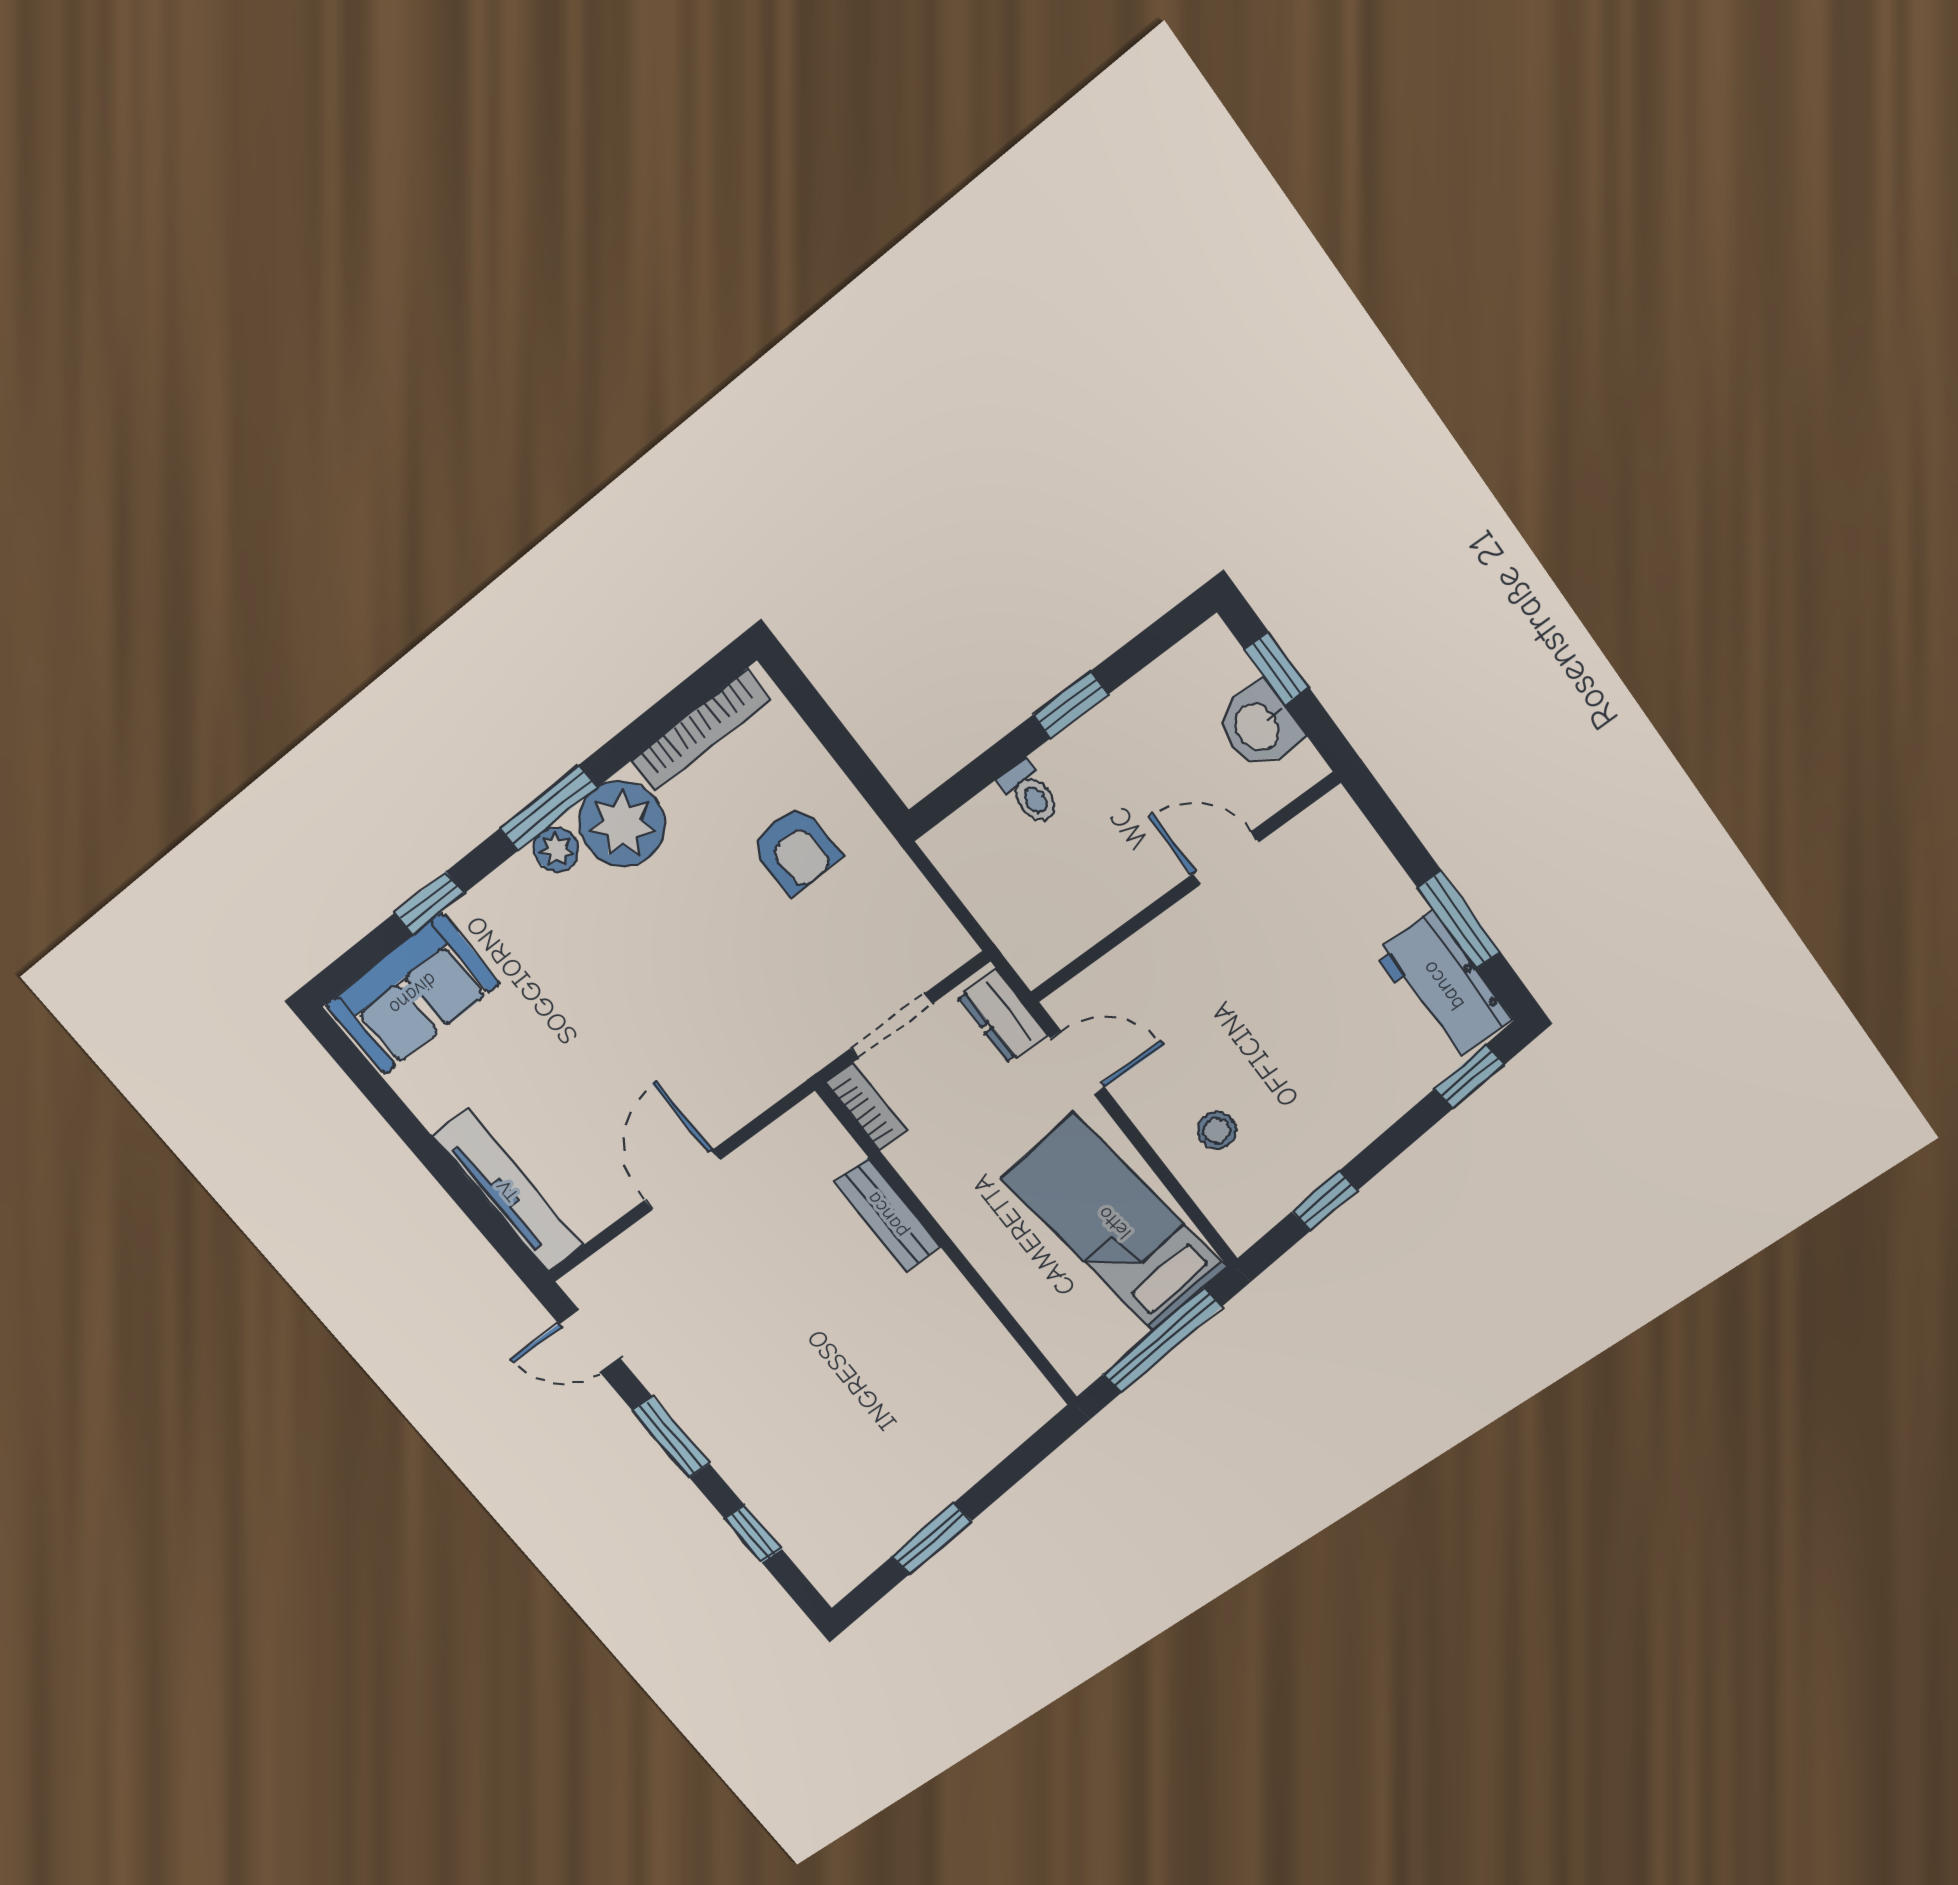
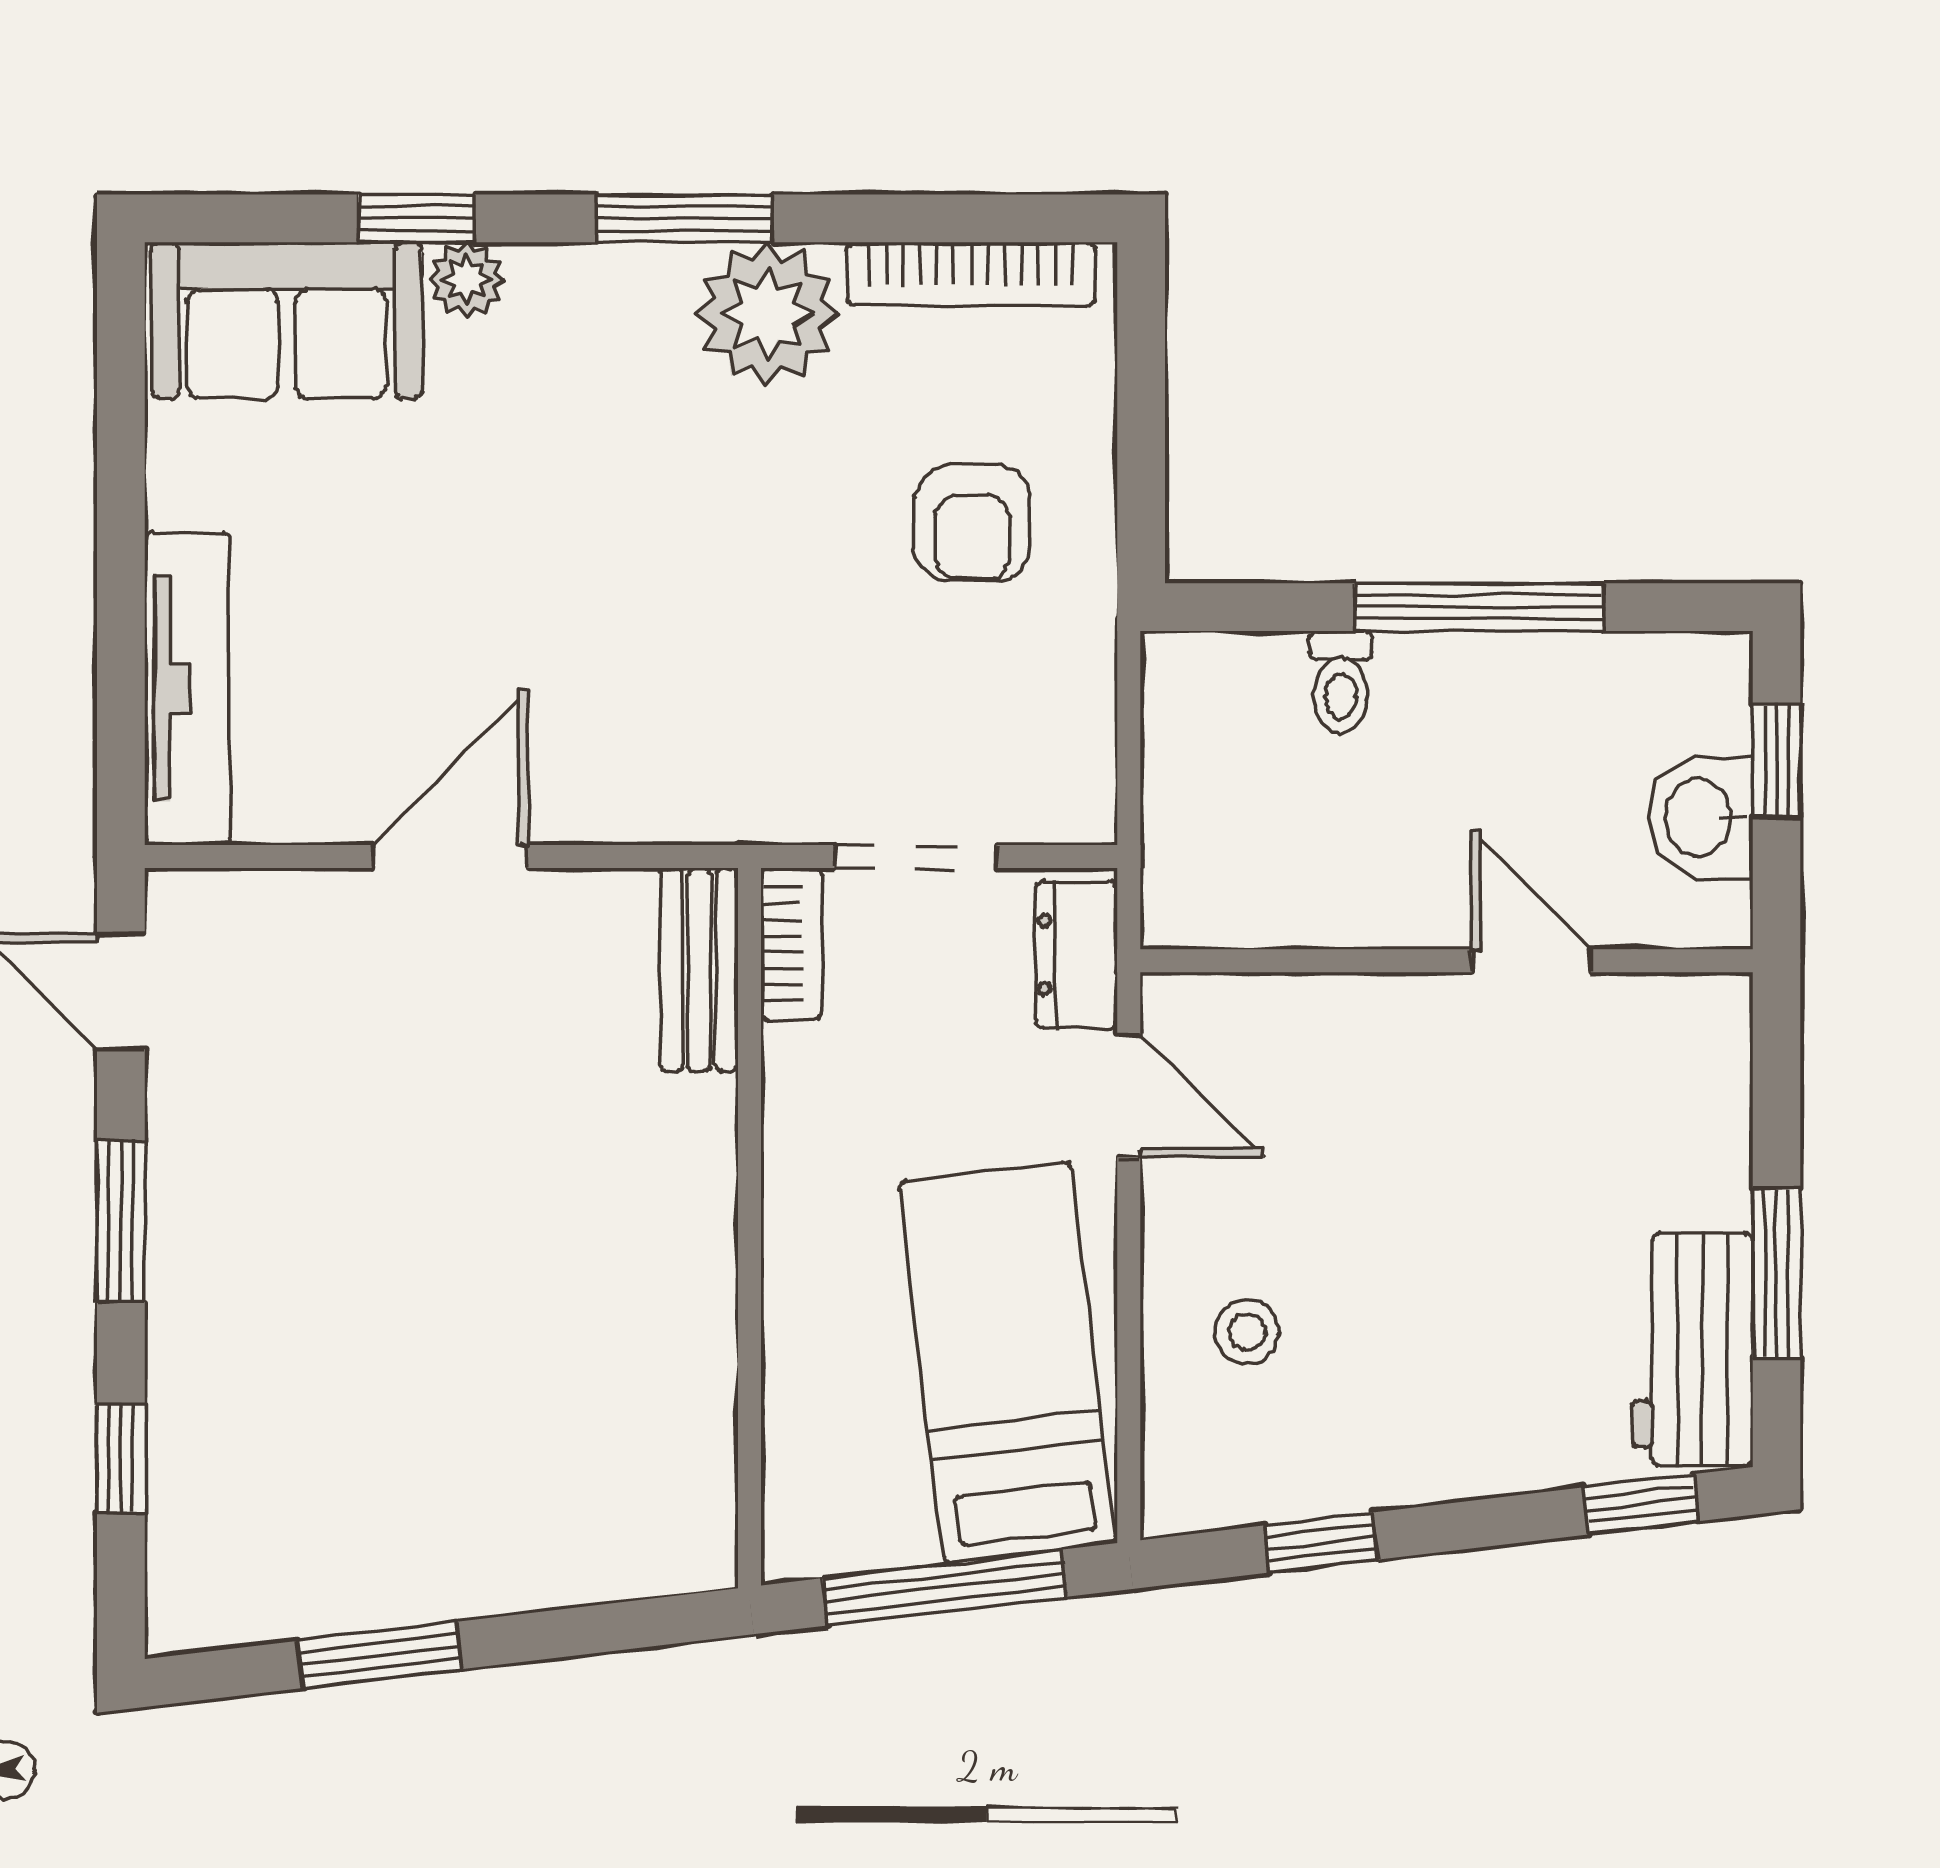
window: (1070, 705) -> (1479, 607), width x2.17
plant: (556, 849) -> (467, 279), moved
bench: (887, 1215) -> (699, 970), moved

